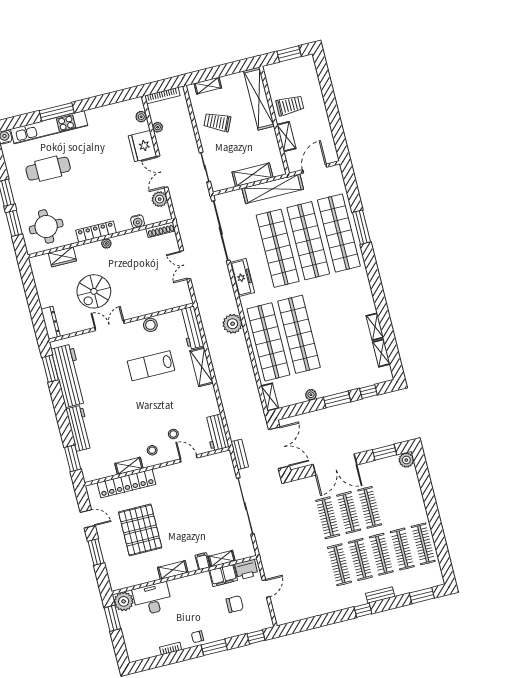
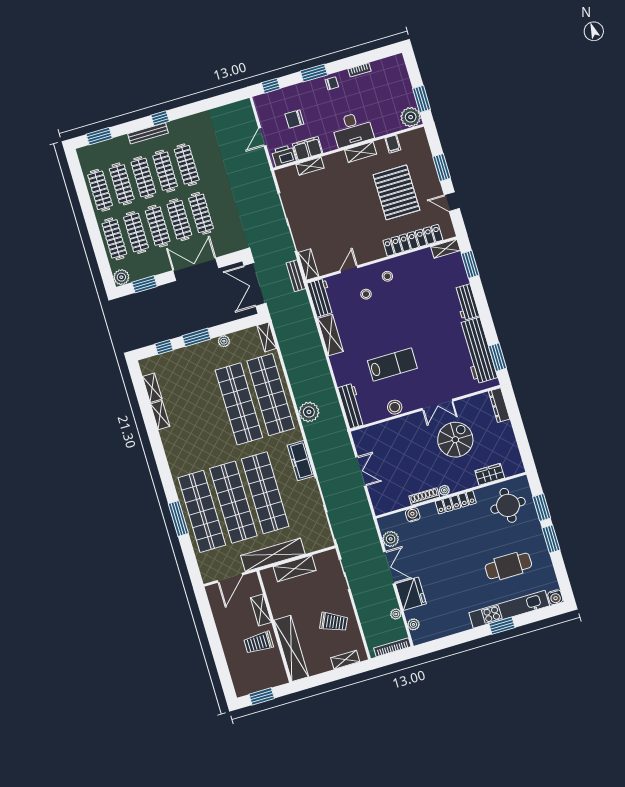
window: (57, 112) -> (502, 626), width x0.69
shoe rack: (161, 230) -> (424, 496), moved
shelving: (202, 367) -> (330, 335), moved
workbench: (79, 428) -> (466, 302), width x0.73
door: (189, 458) -> (349, 269), swing flipped
shelving: (227, 465) -> (308, 265), added
shelving: (129, 466) -> (446, 249), moved
clothes rail: (412, 497) -> (114, 239), added
clothes rail: (391, 502) -> (136, 232), added
filing cabinet: (202, 561) -> (393, 144), moved
bench: (380, 595) -> (148, 133), width x1.36
desk: (152, 599) -> (352, 129), moved

